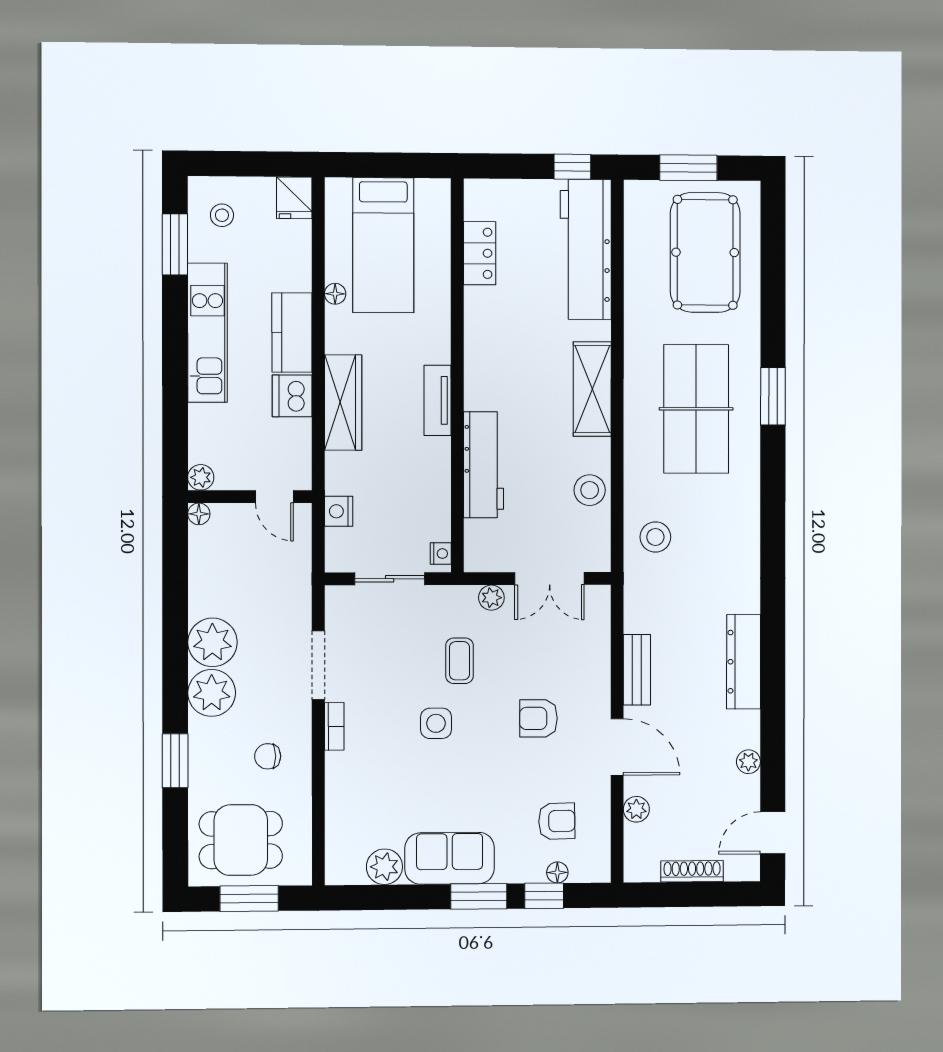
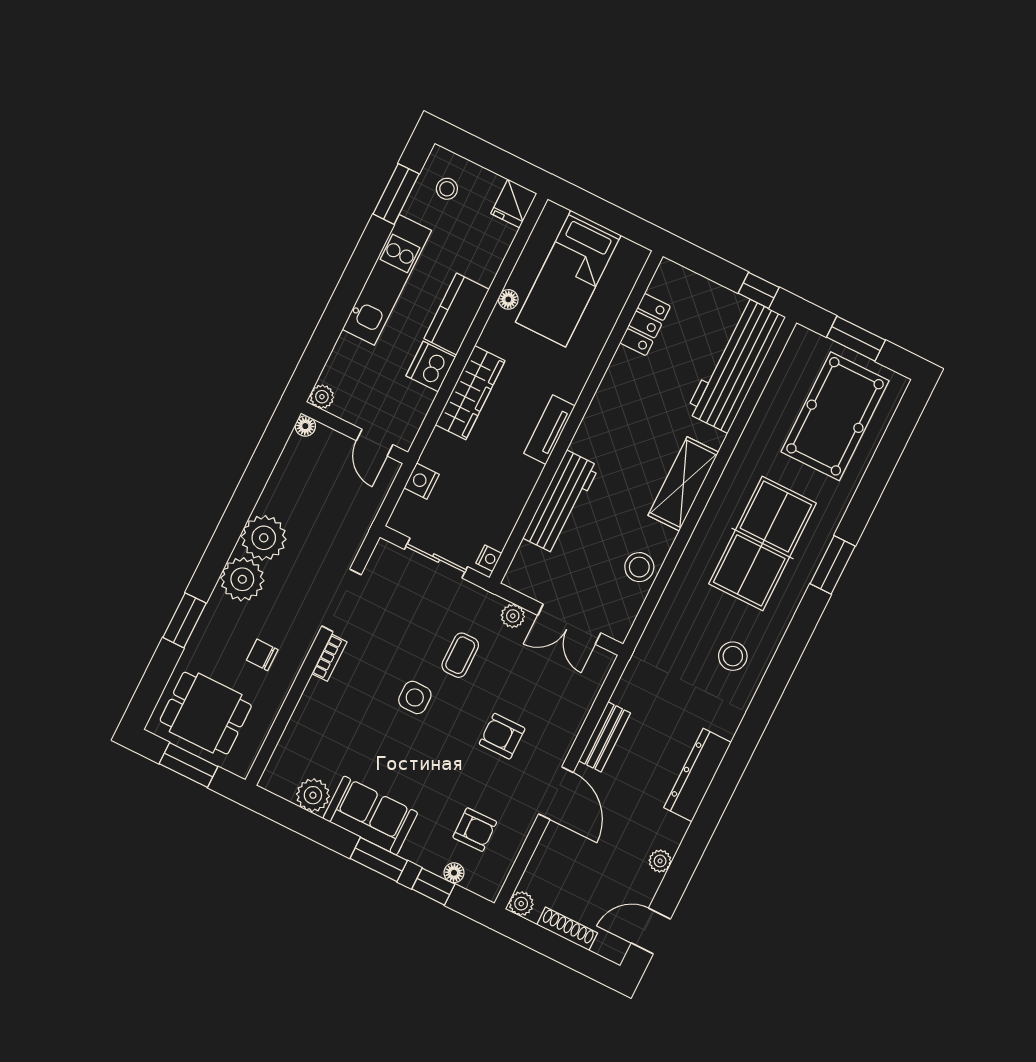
stool: (655, 537) -> (733, 656), moved
plant: (636, 809) -> (521, 904), moved

